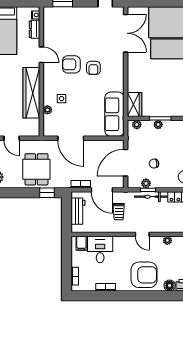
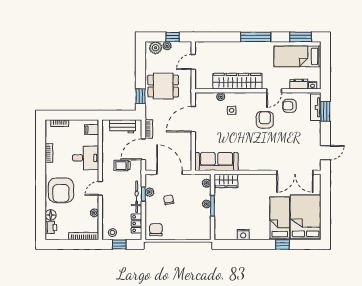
tv unit: (58, 12) -> (316, 107), added
armchair: (93, 68) -> (289, 106), moved
desk: (100, 249) -> (86, 158), moved

